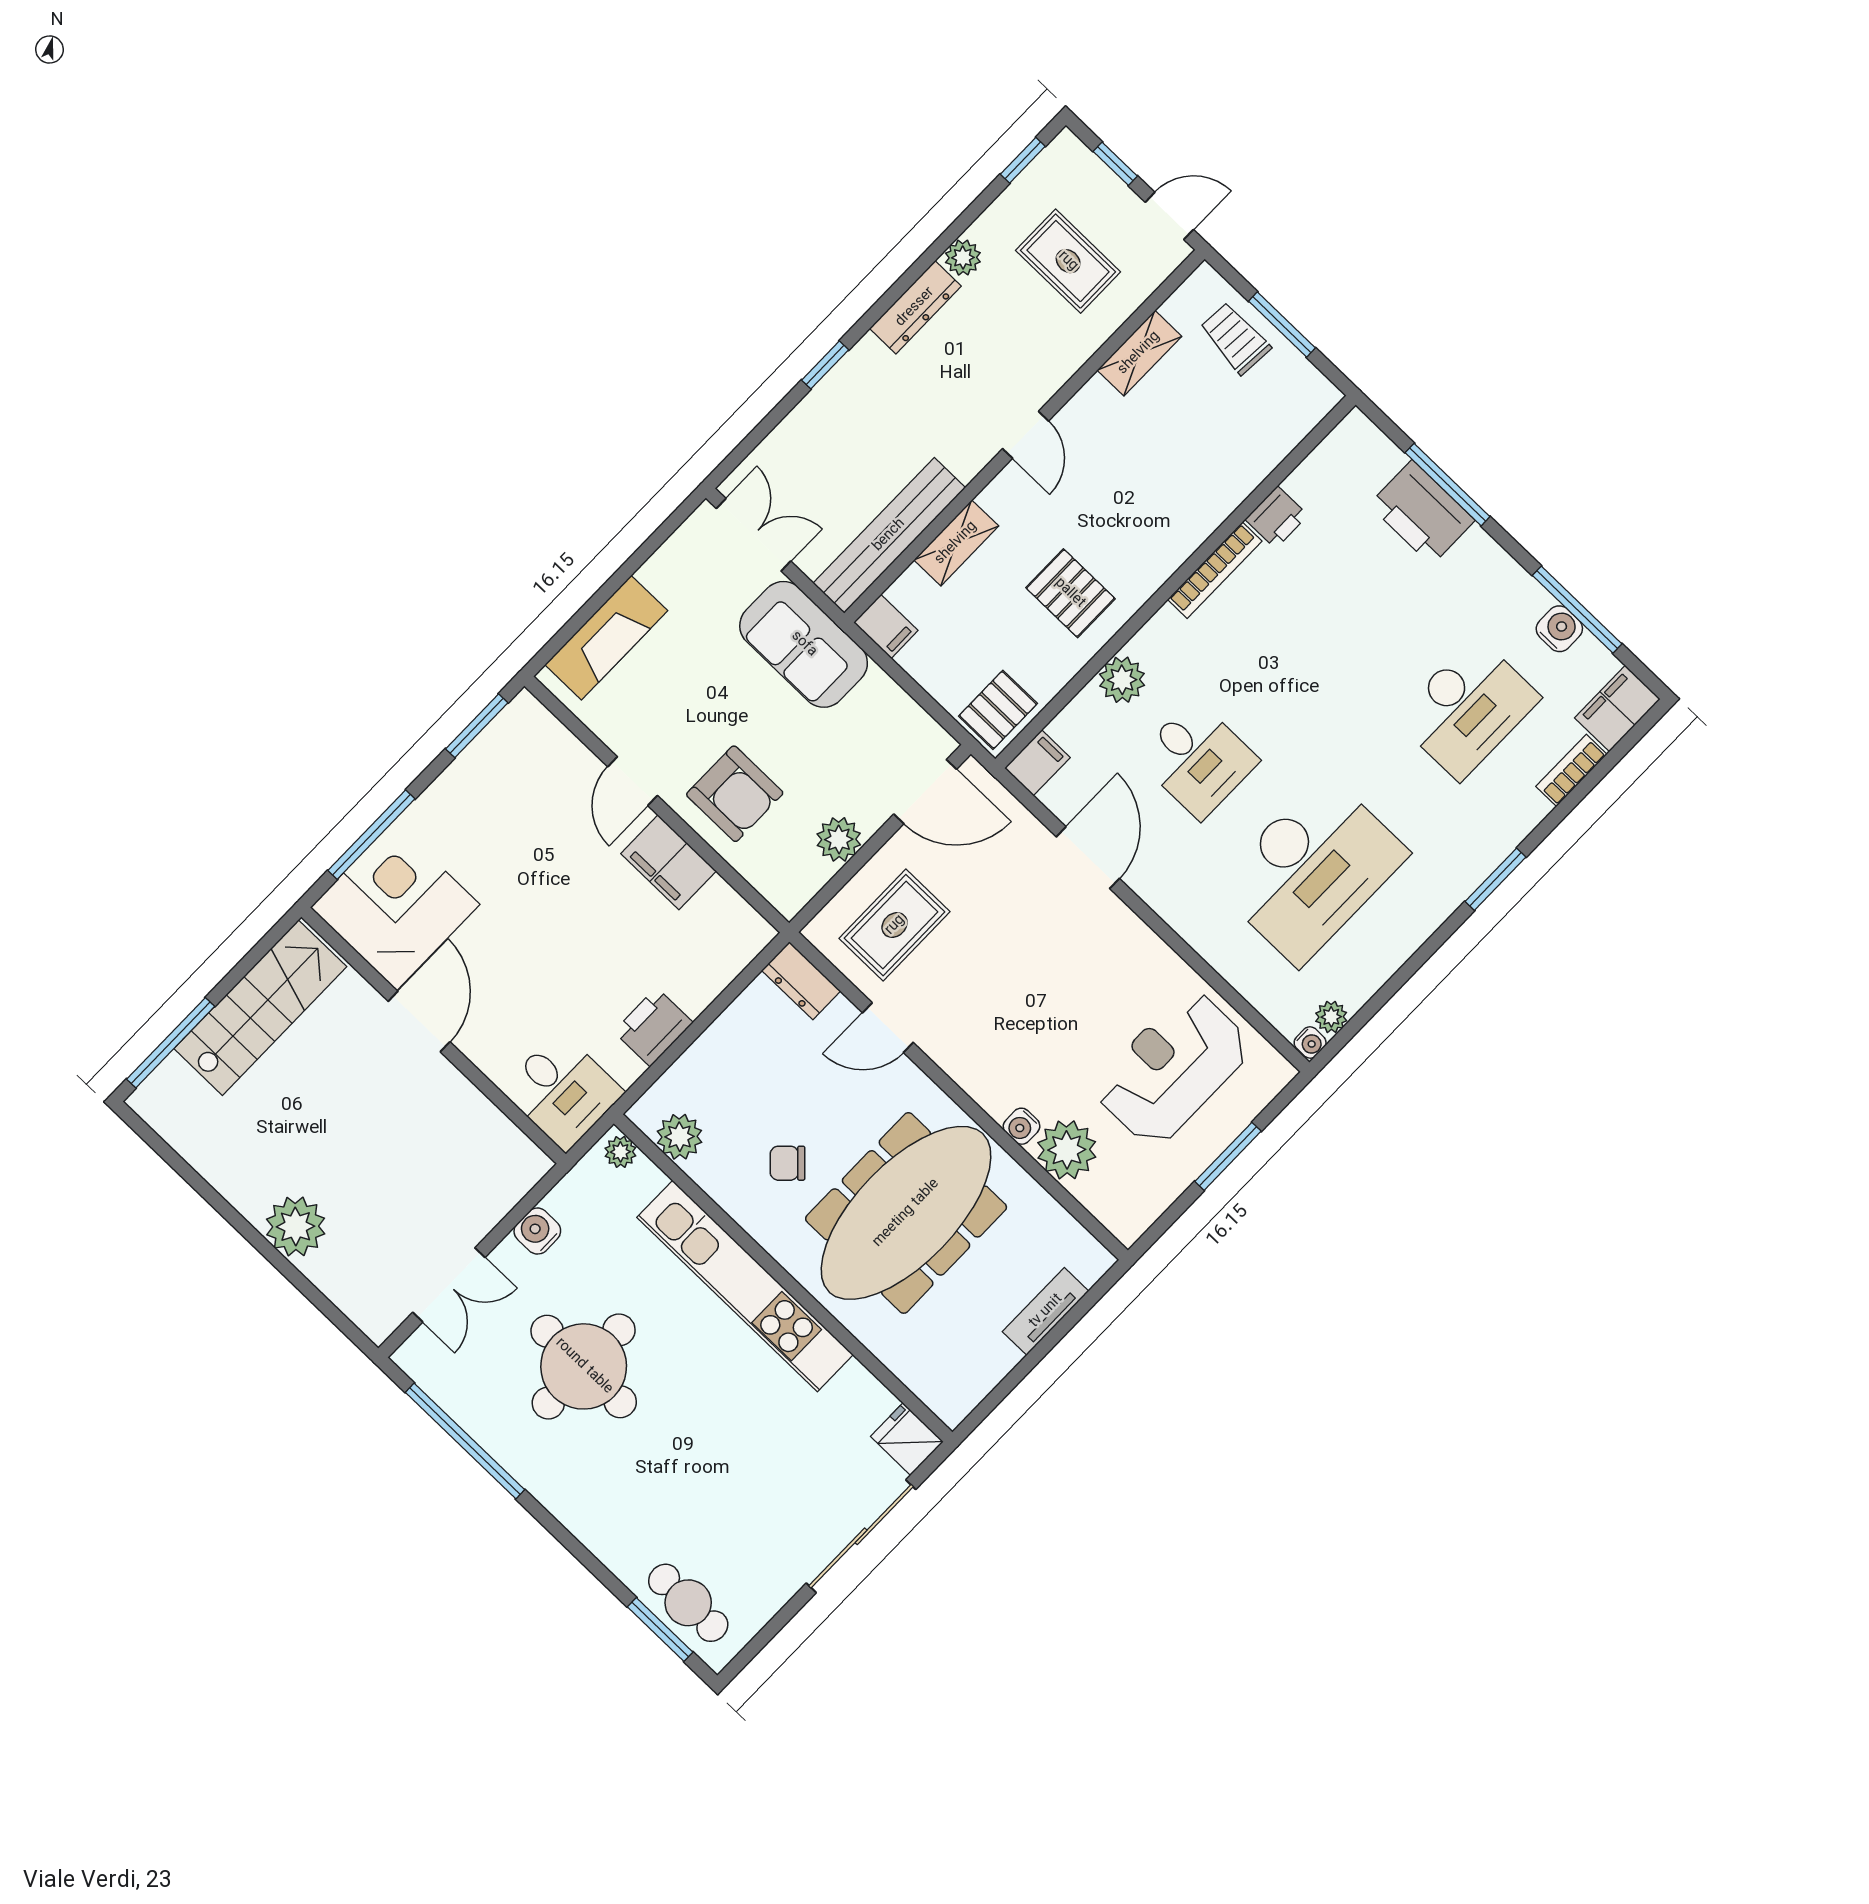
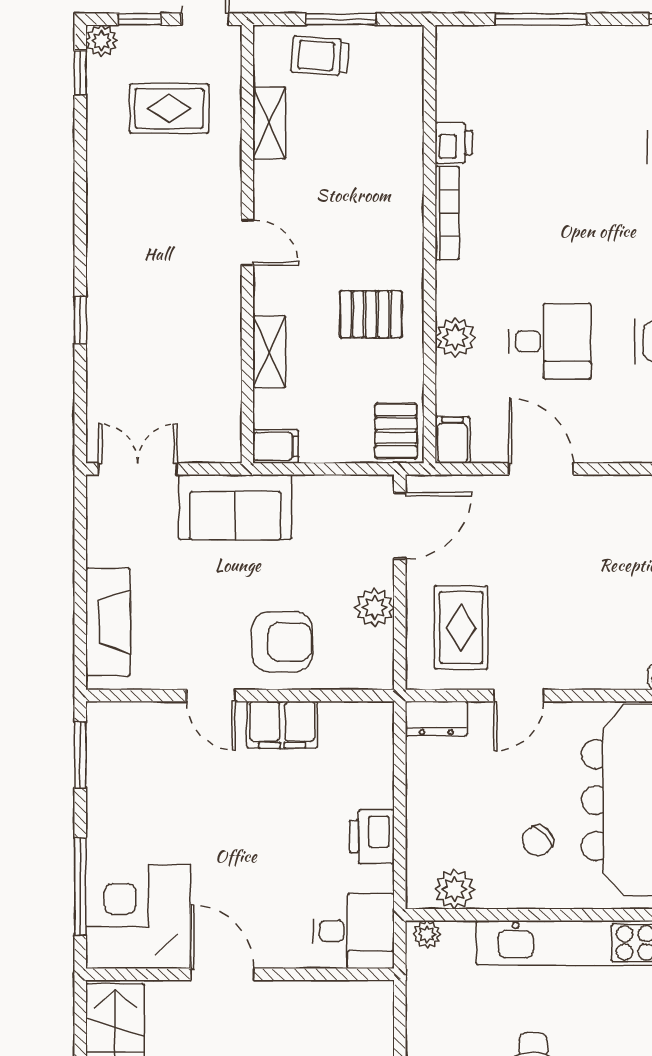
plant: (963, 258) -> (101, 40), moved
dresser: (915, 307) -> (102, 229), removed
printer: (1422, 513) -> (542, 52), removed
bench: (889, 535) -> (223, 387), removed
water cooler: (537, 1231) -> (423, 1034), removed

